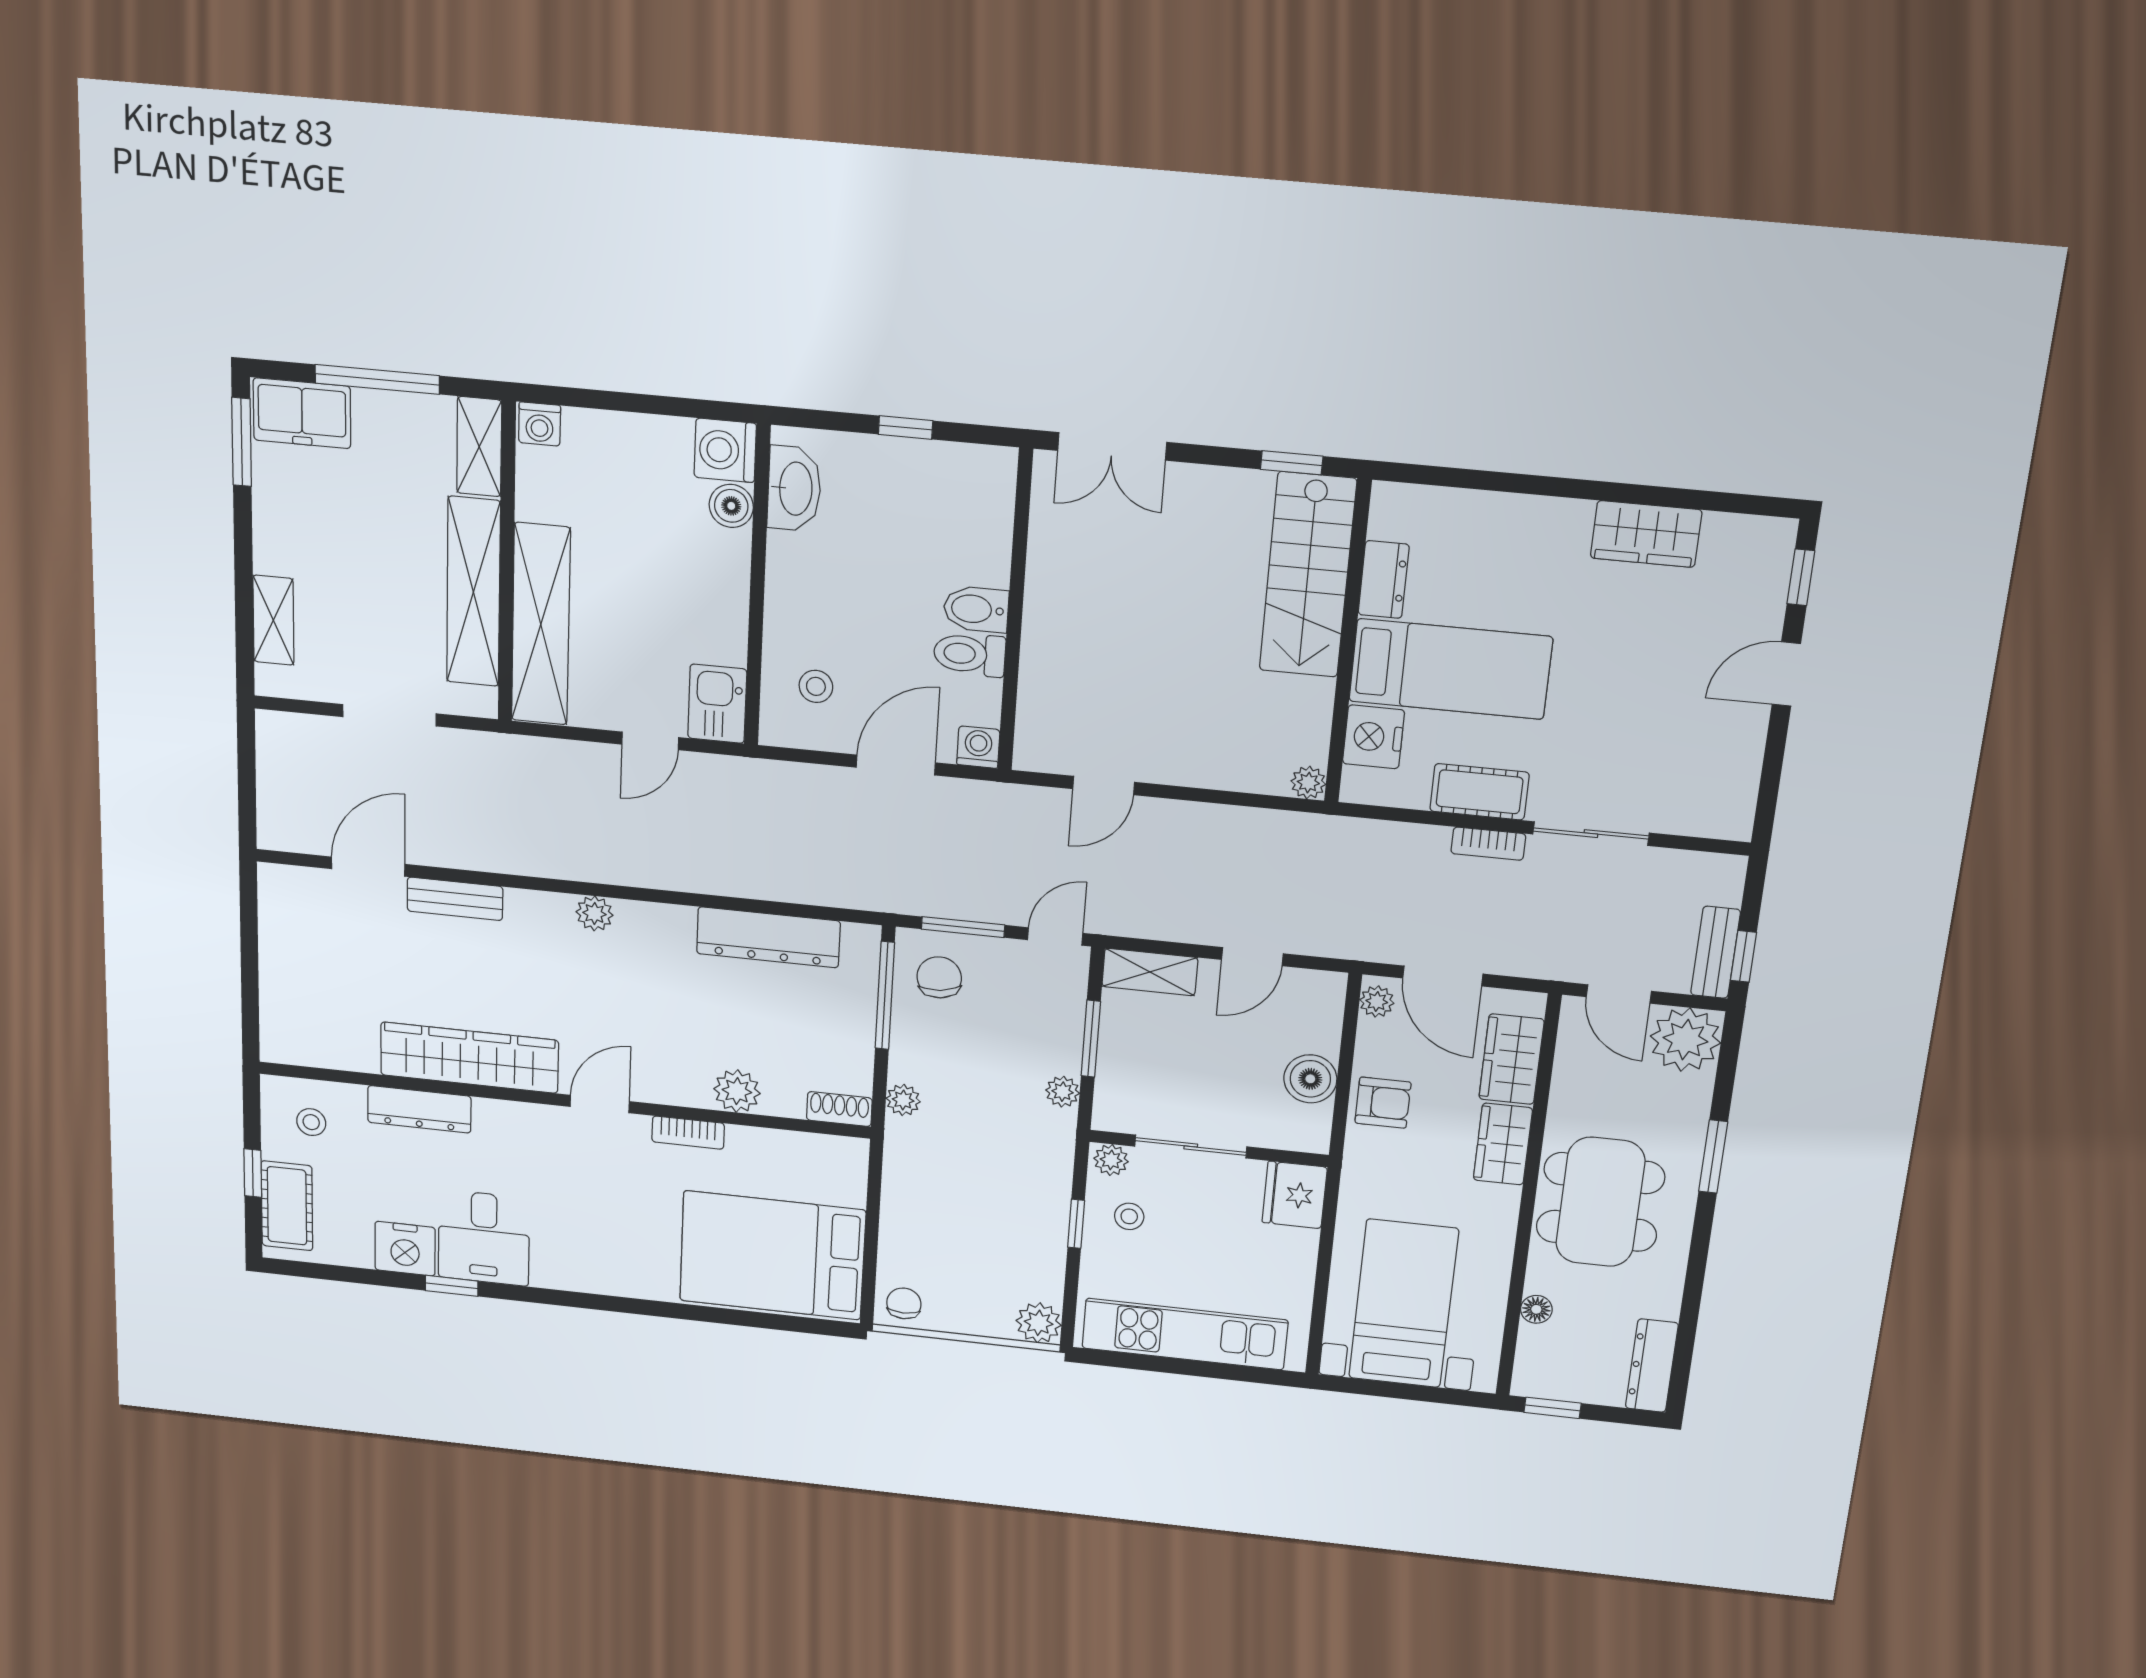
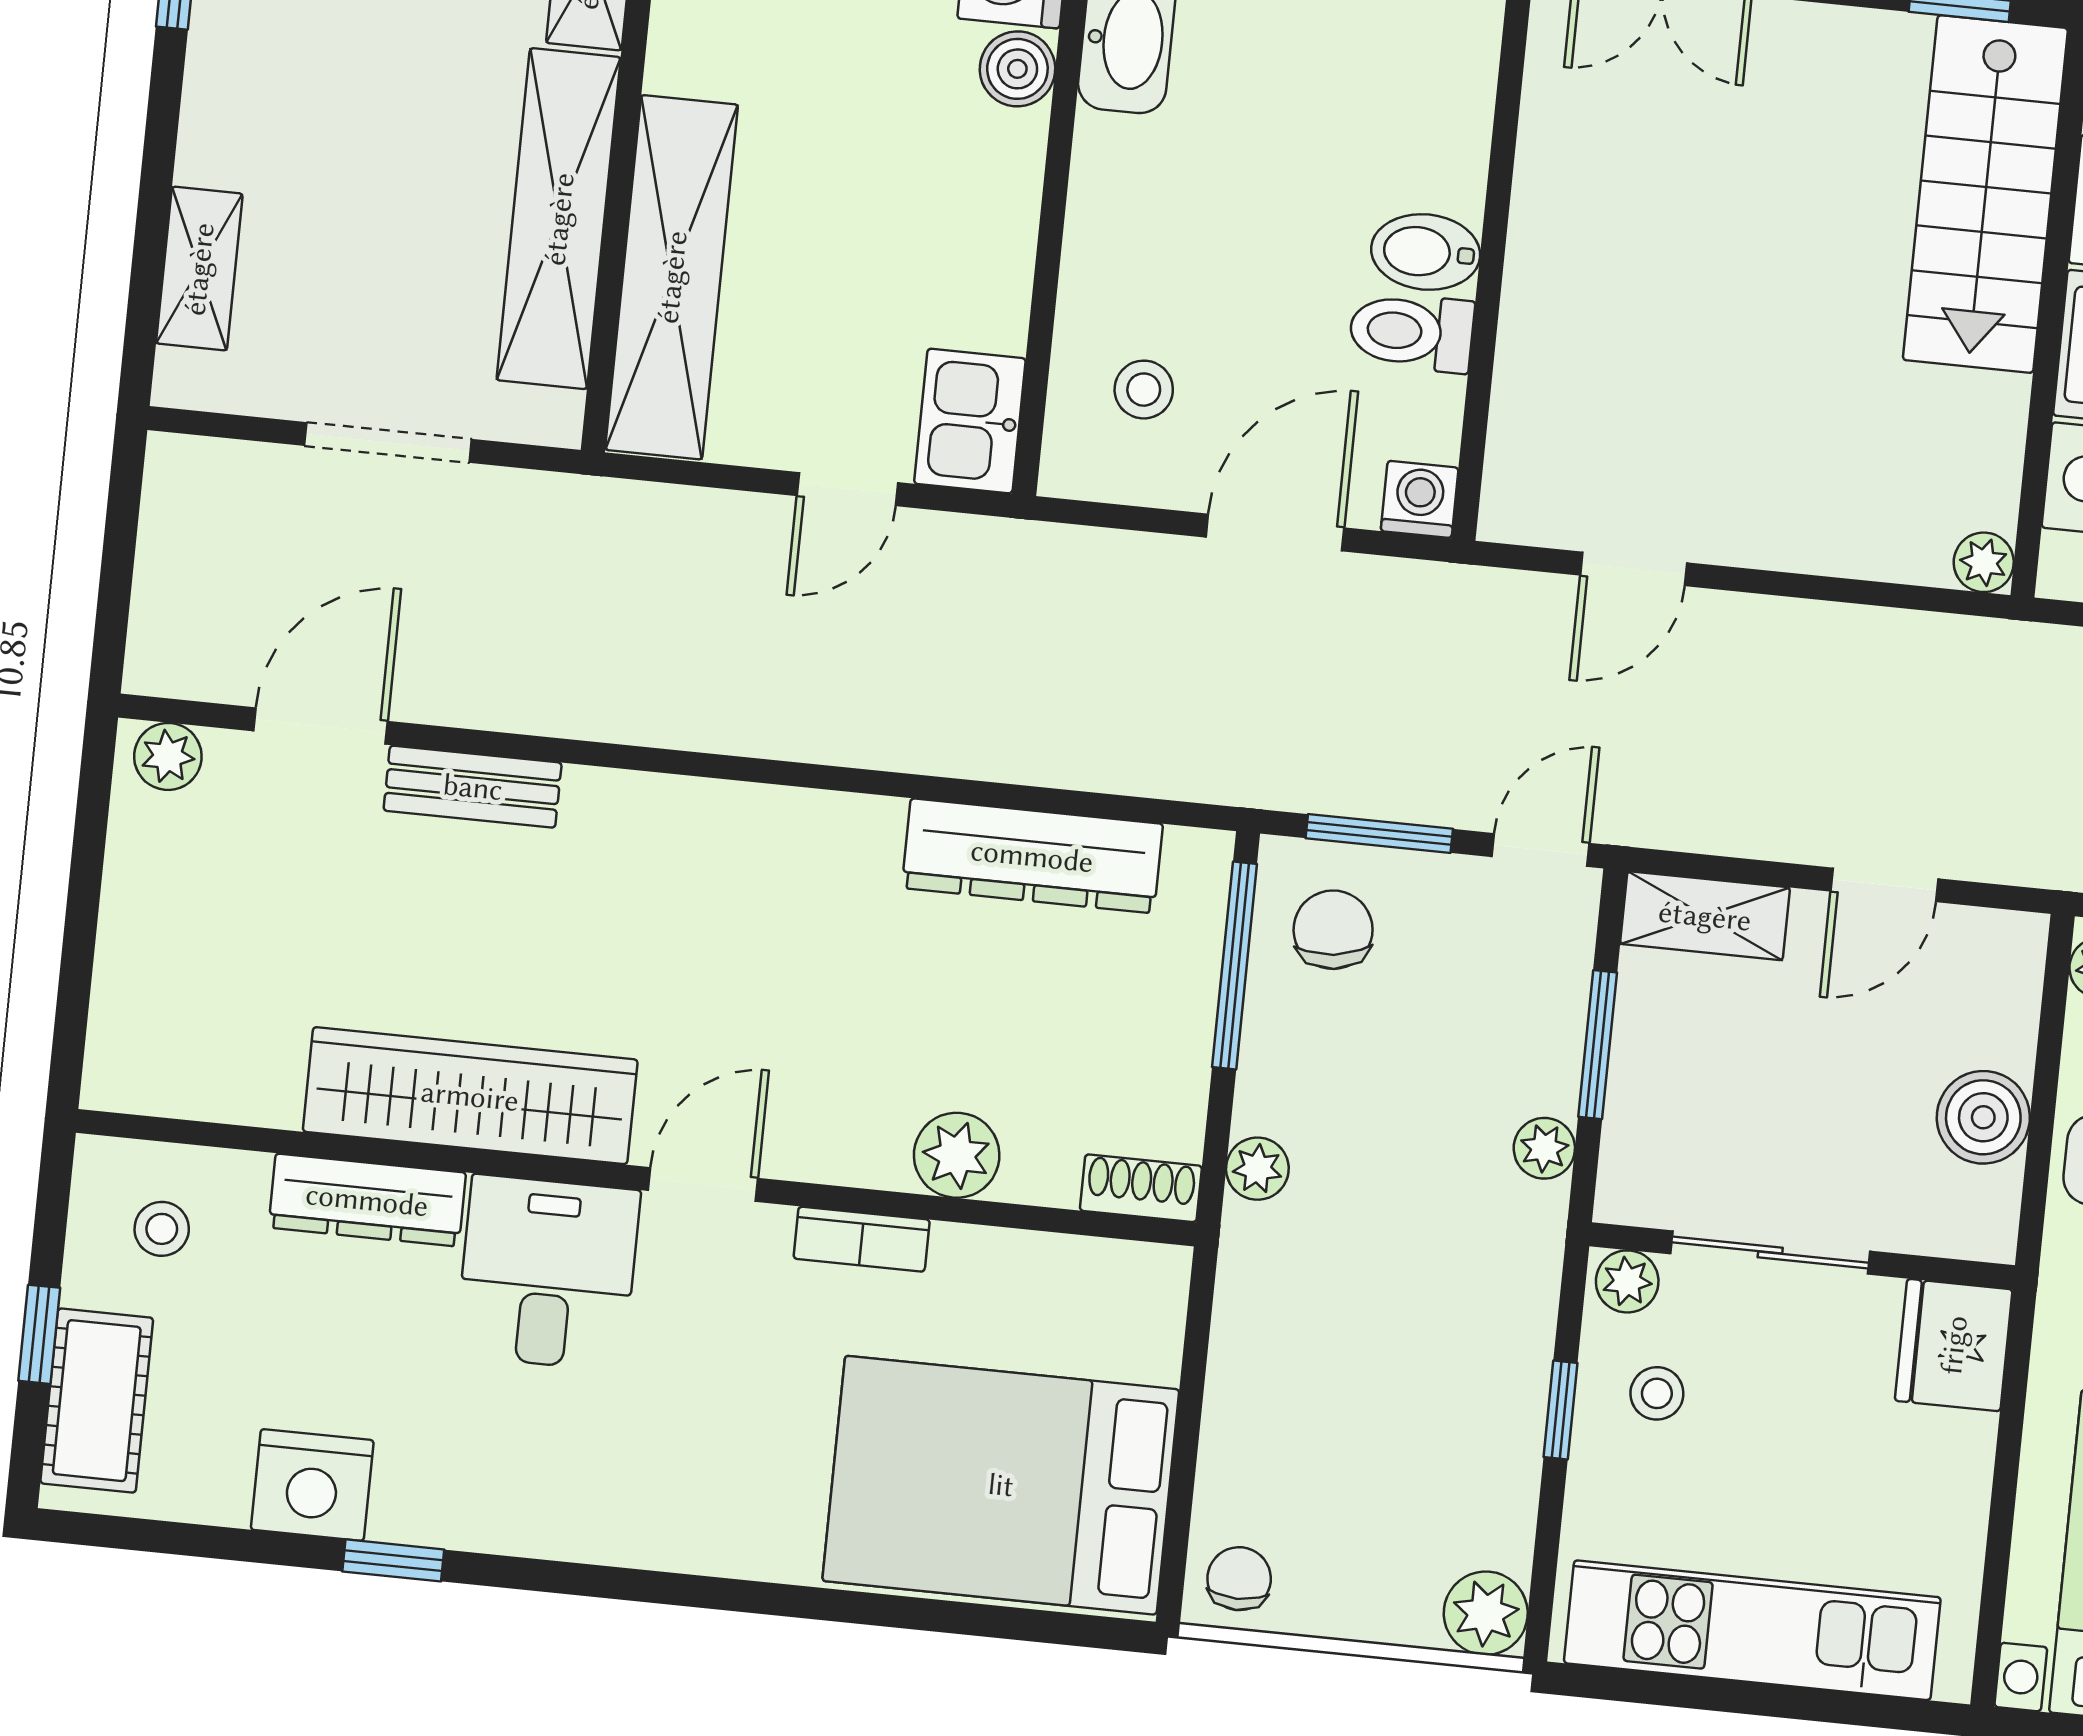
plant: (595, 913) -> (168, 756), moved
desk: (484, 1238) -> (548, 1273), moved, turned 180

